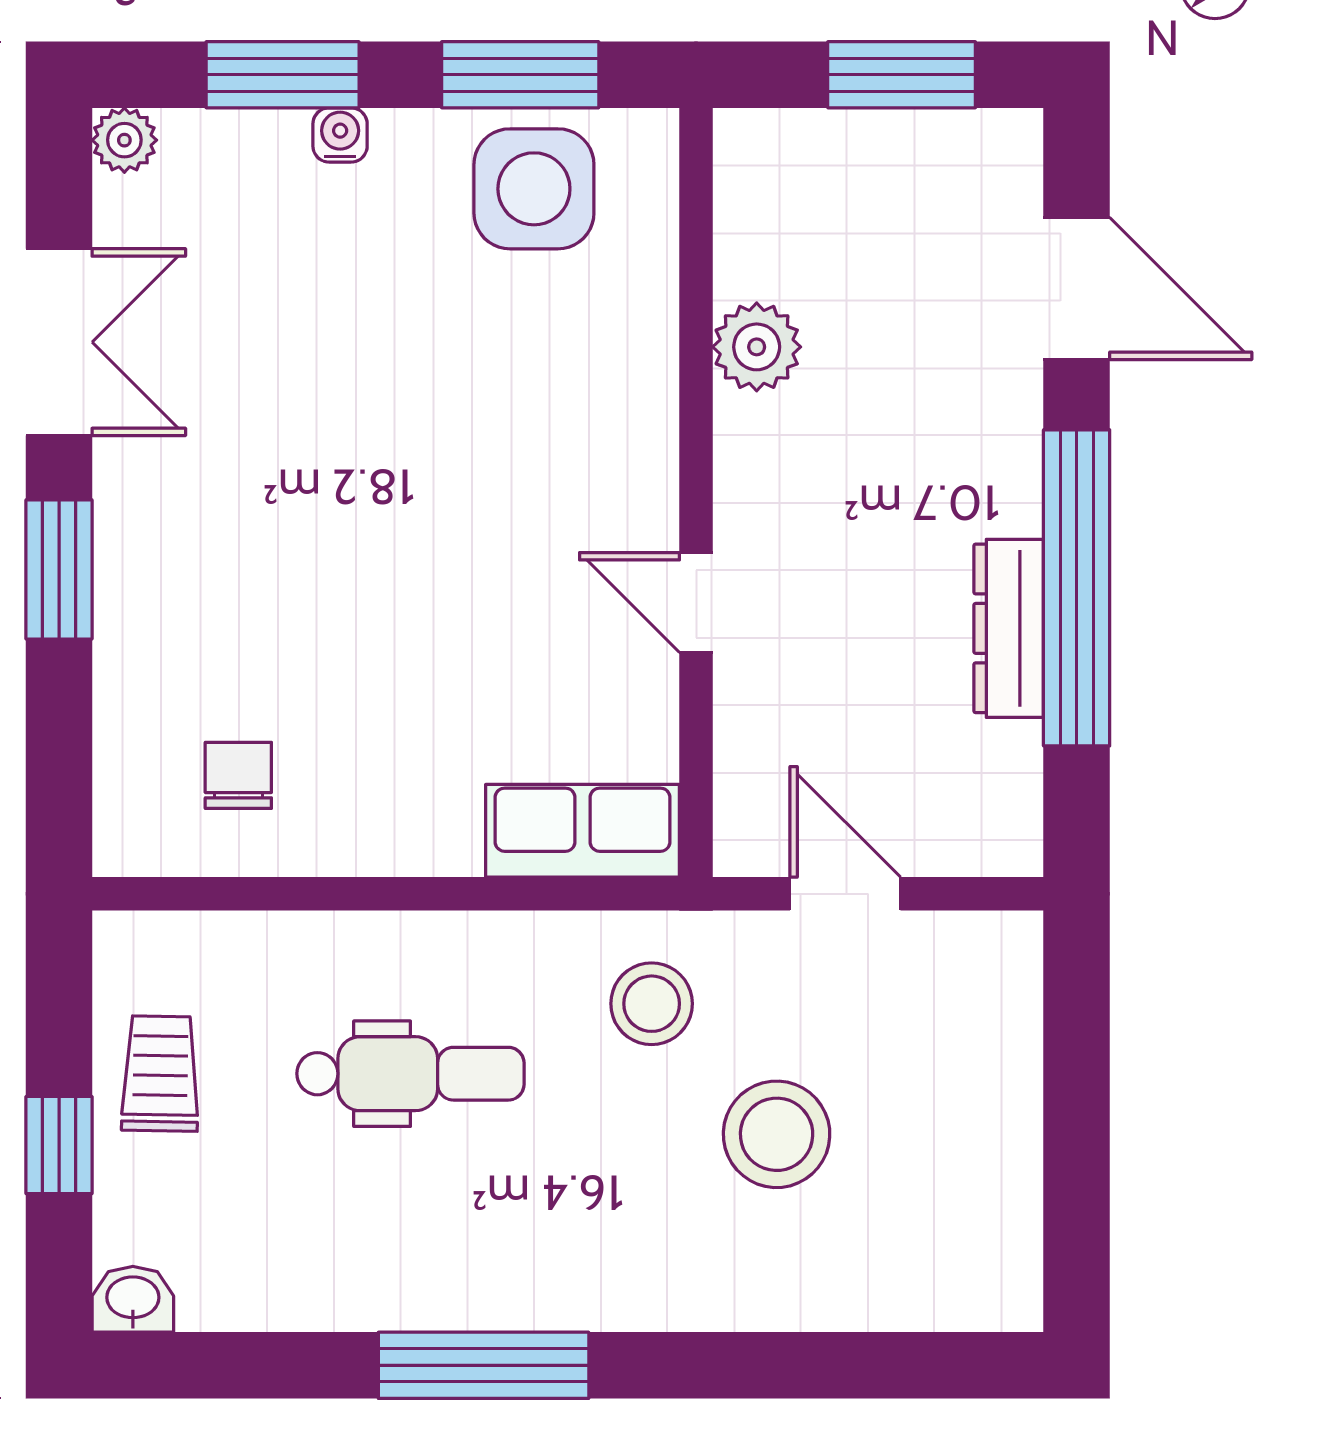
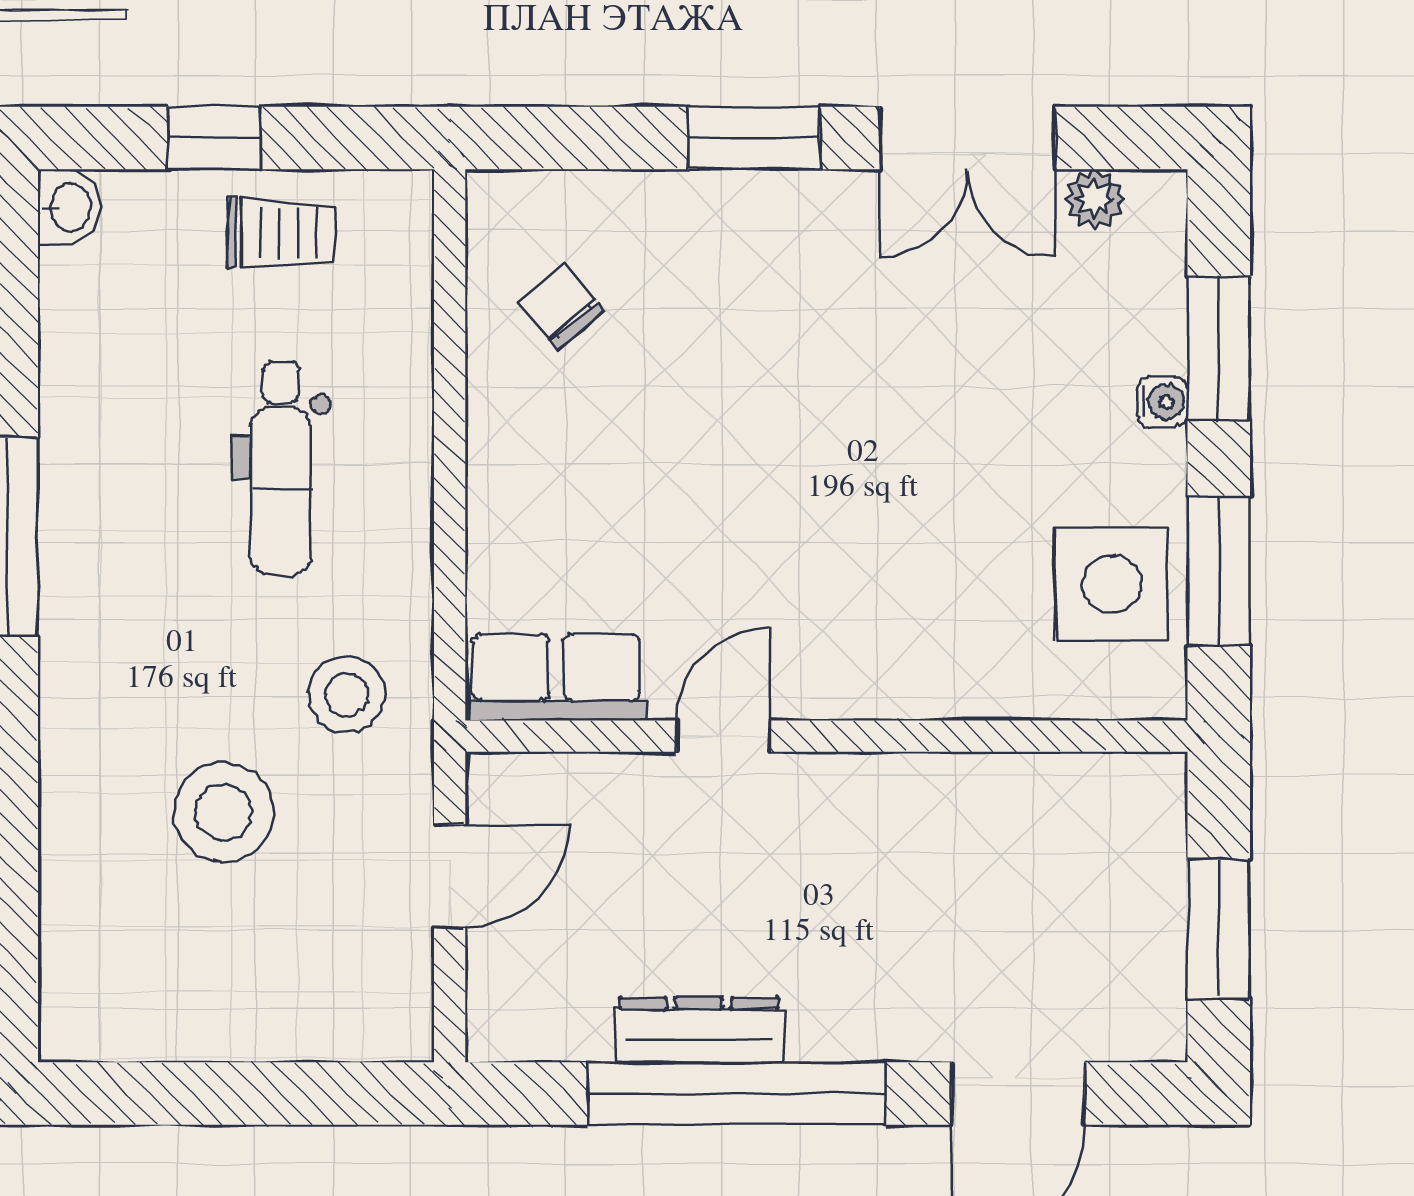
plant: (124, 140) -> (1094, 199), moved
plant: (757, 347) -> (963, 793), removed
chair: (238, 775) -> (561, 306), turned -130
row of seats: (583, 831) -> (556, 677), moved, turned -90

